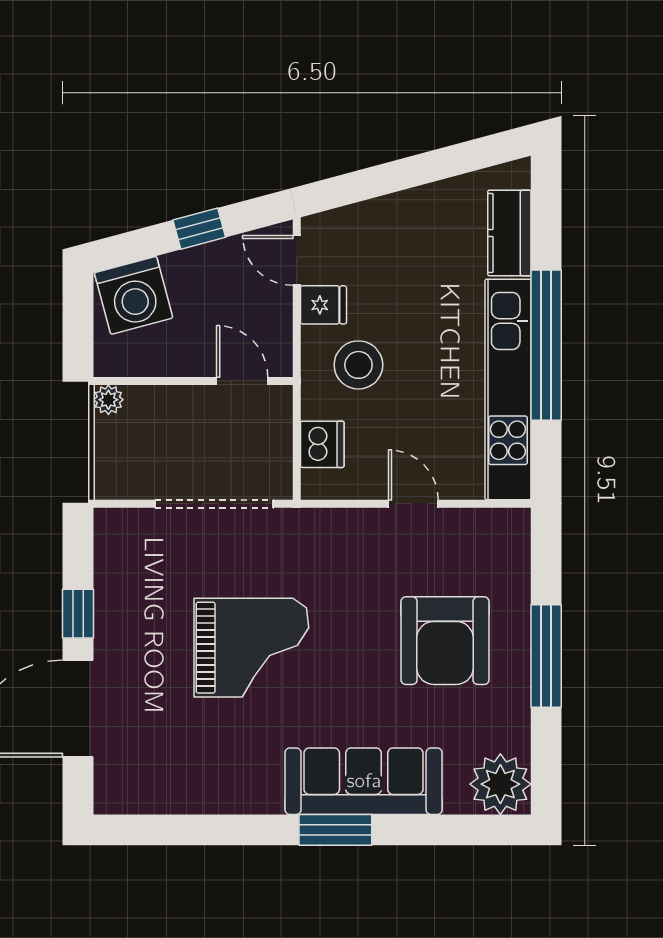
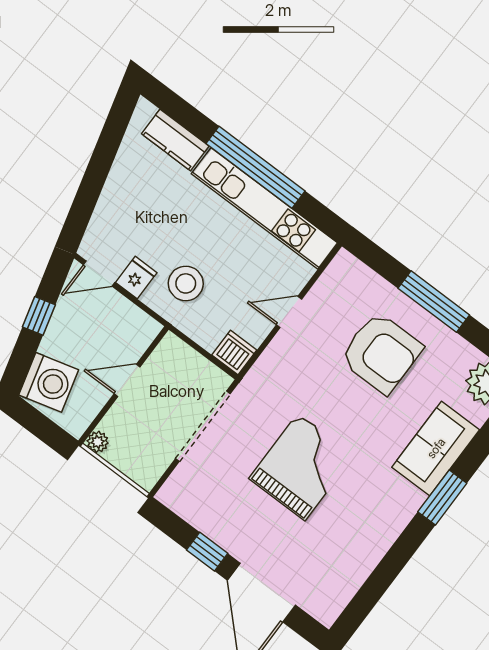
door: (242, 381) -> (127, 380), moved
dishwasher: (322, 444) -> (234, 352), moved
sofa: (364, 781) -> (436, 448), width x0.73

